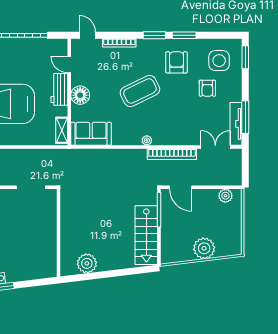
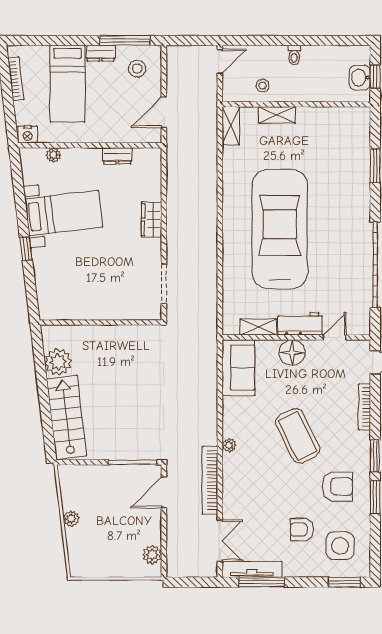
shelving: (62, 130) -> (258, 327), moved
stairs: (146, 235) -> (67, 417), moved, turned 83
plant: (204, 248) -> (71, 519), width x0.53, depth x0.53

